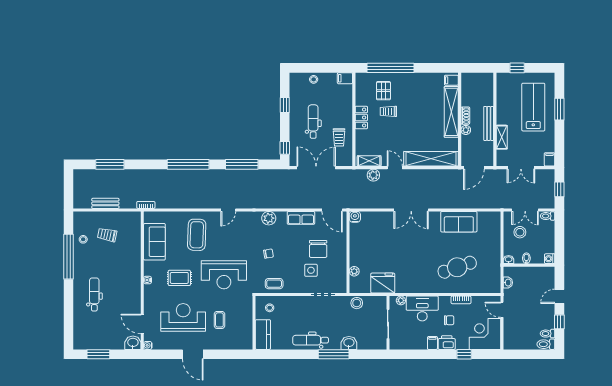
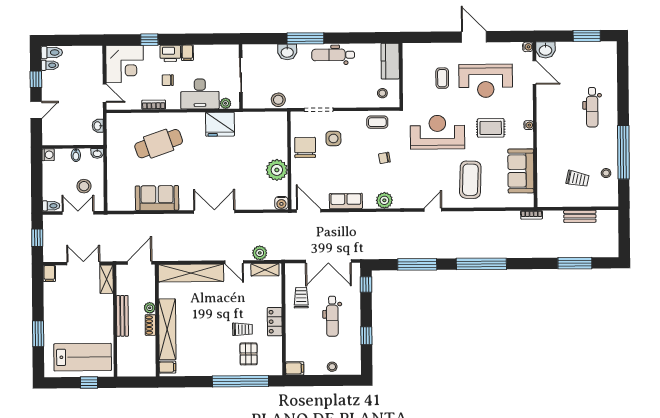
lab bench: (533, 107) -> (83, 357), moved, turned -90
shelving: (502, 137) -> (106, 279), moved
chair: (318, 249) -> (305, 148), moved
plant: (354, 271) -> (277, 170), moved, width x1.88, depth x1.88
fridge: (383, 283) -> (220, 124), moved
dental chair: (311, 340) -> (333, 55), turned 180

